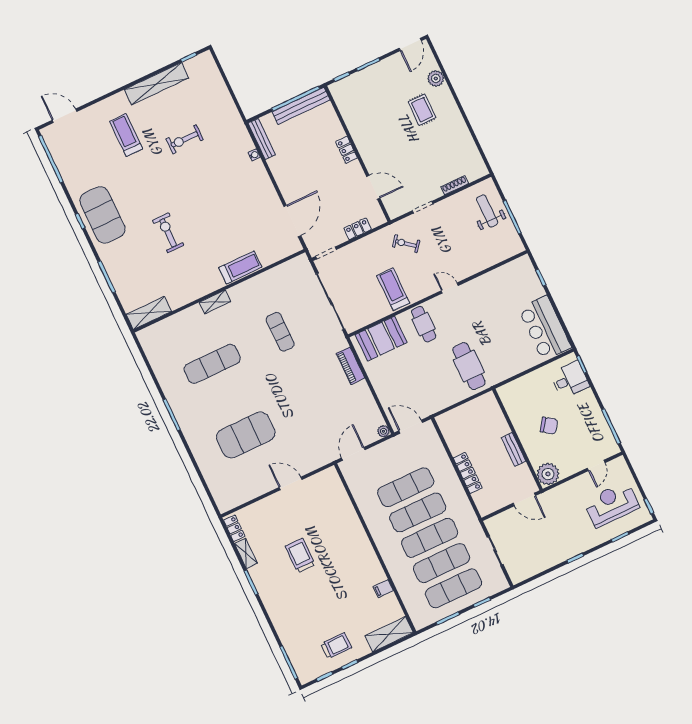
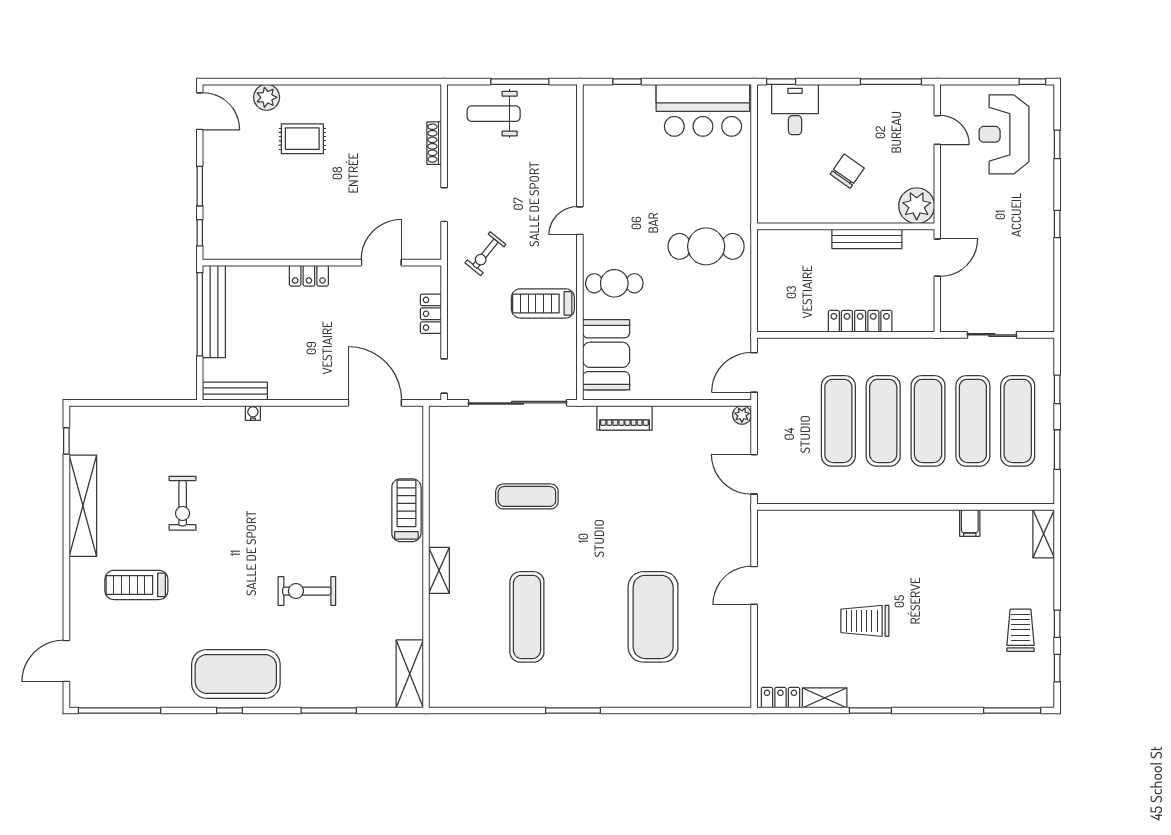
bench: (514, 450) -> (867, 239), width x1.36
shelving: (389, 634) -> (1044, 534), width x0.67, depth x0.75

